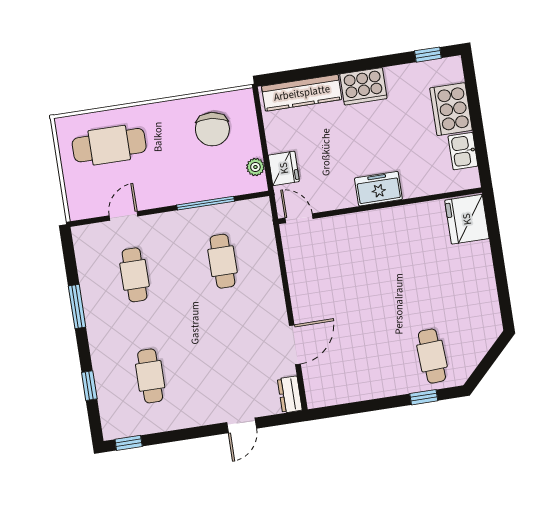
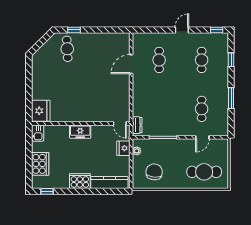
kitchen sink: (463, 151) -> (38, 133), moved
cafe table: (222, 261) -> (159, 60), moved
dresser: (290, 394) -> (137, 125), moved
door: (242, 425) -> (182, 30), moved

